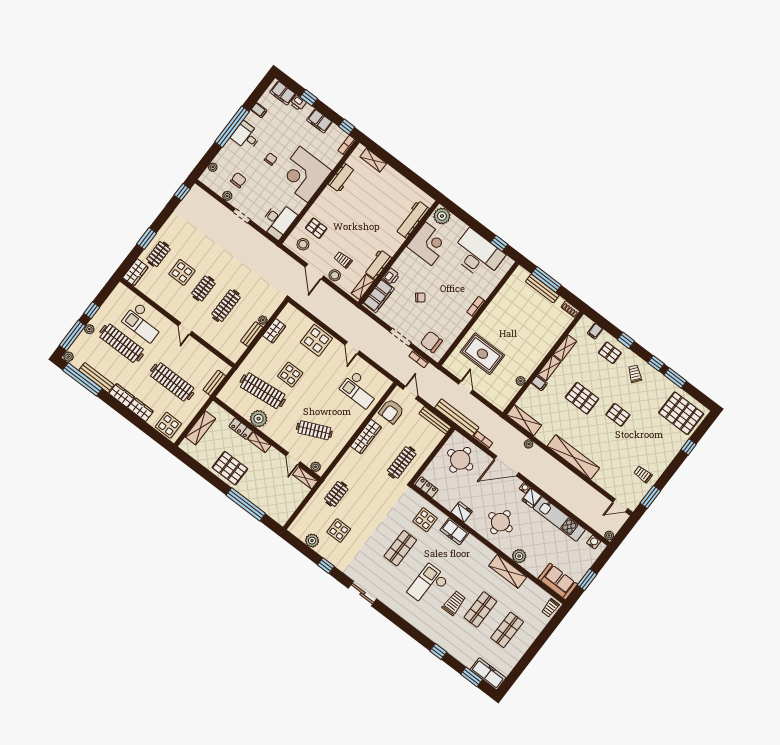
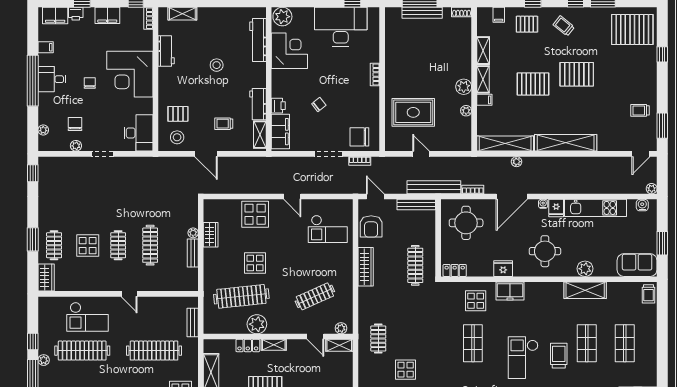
stool: (335, 275) -> (217, 65), moved
plant: (532, 363) -> (464, 87), added
pallet: (618, 415) -> (577, 74), width x1.50, depth x1.42
shelving: (524, 420) -> (505, 143), width x1.47

